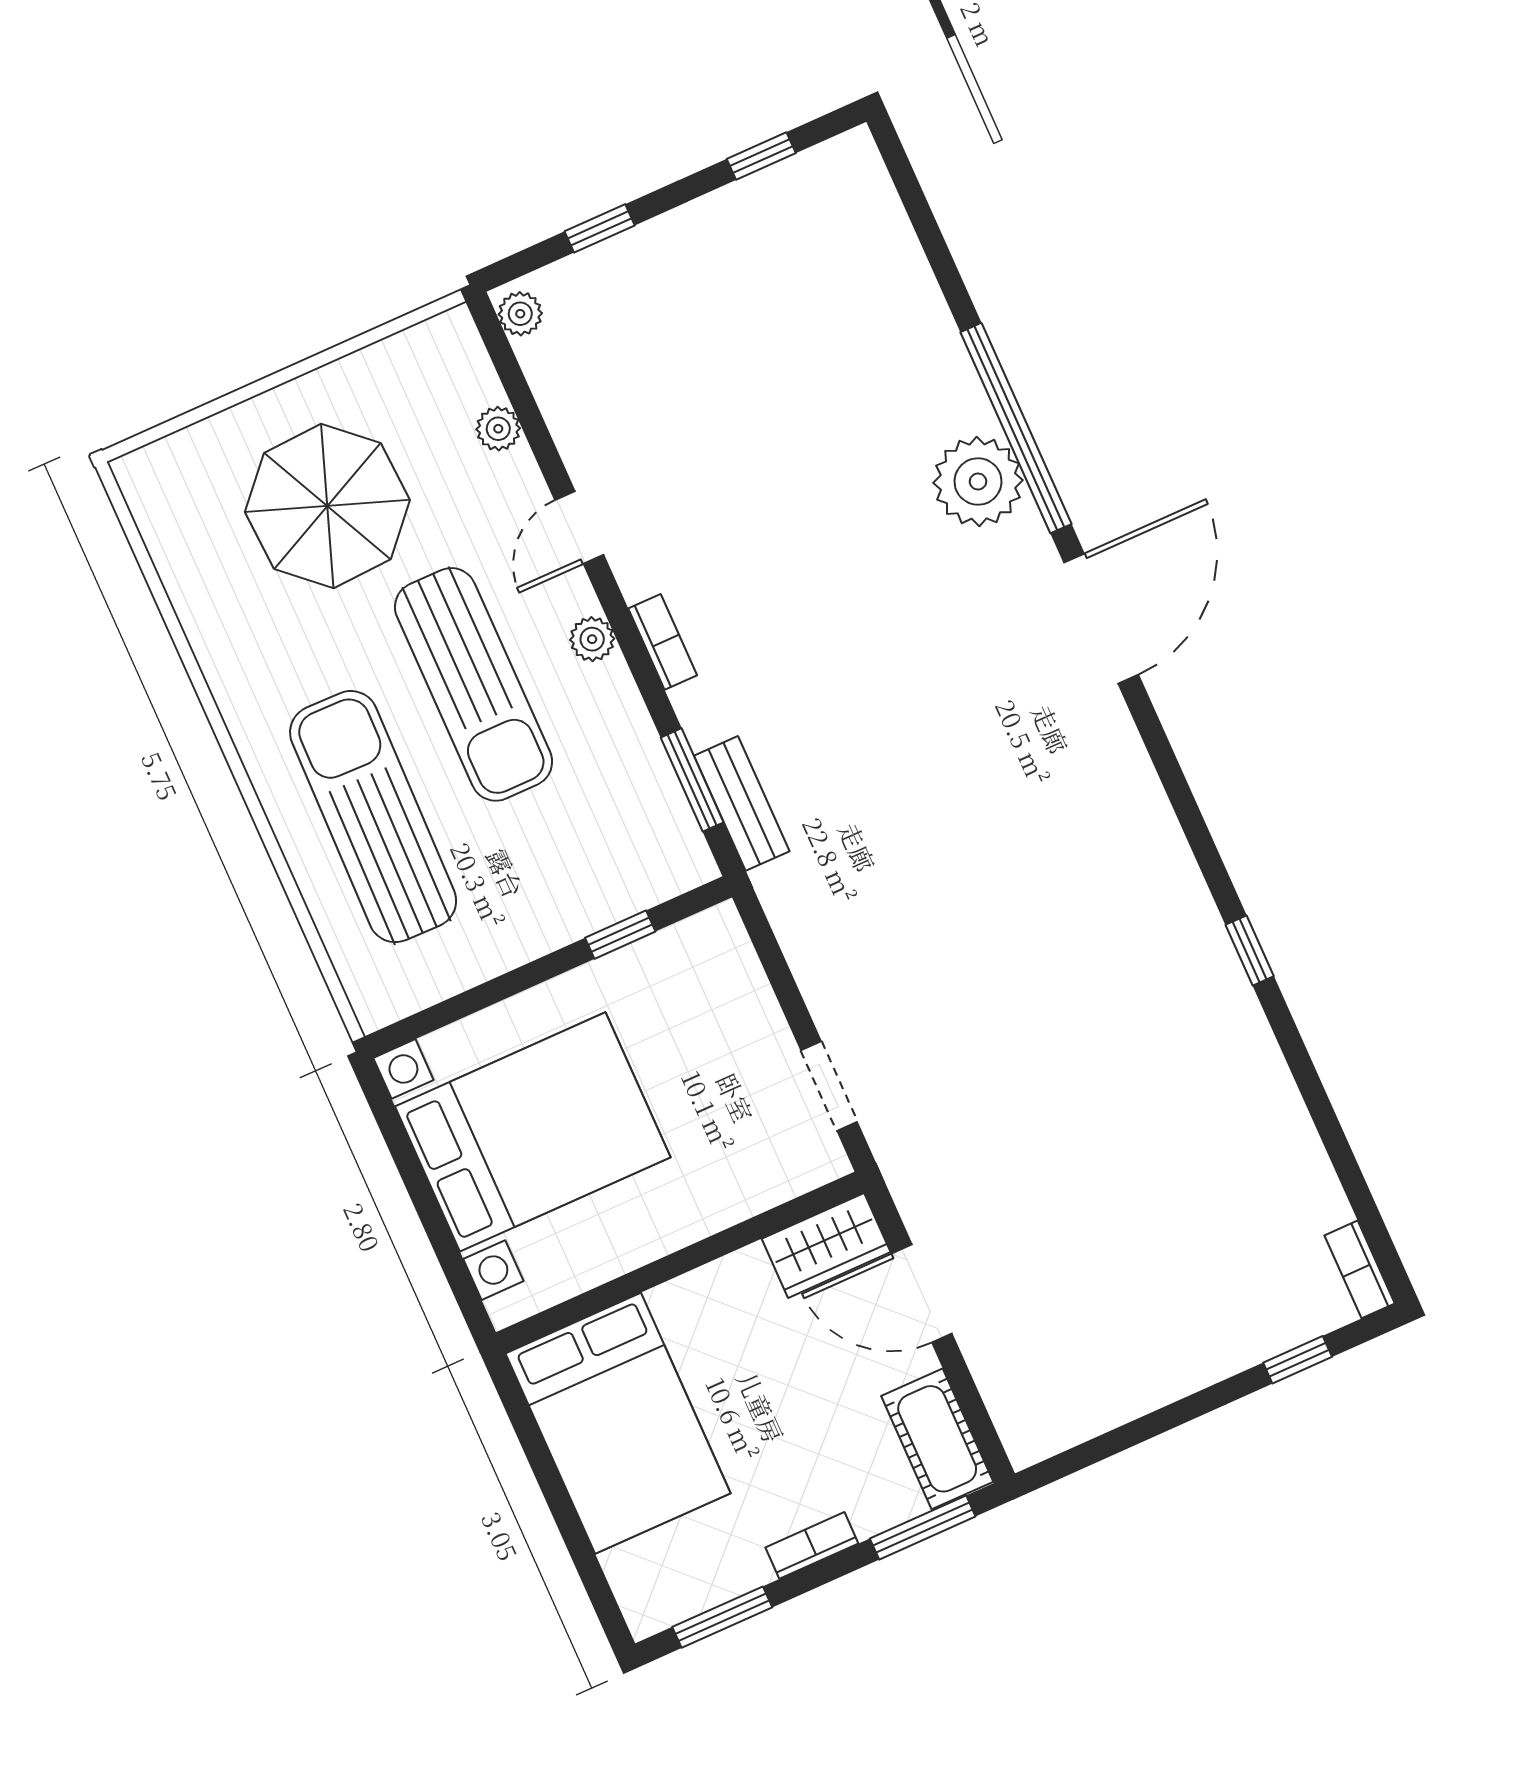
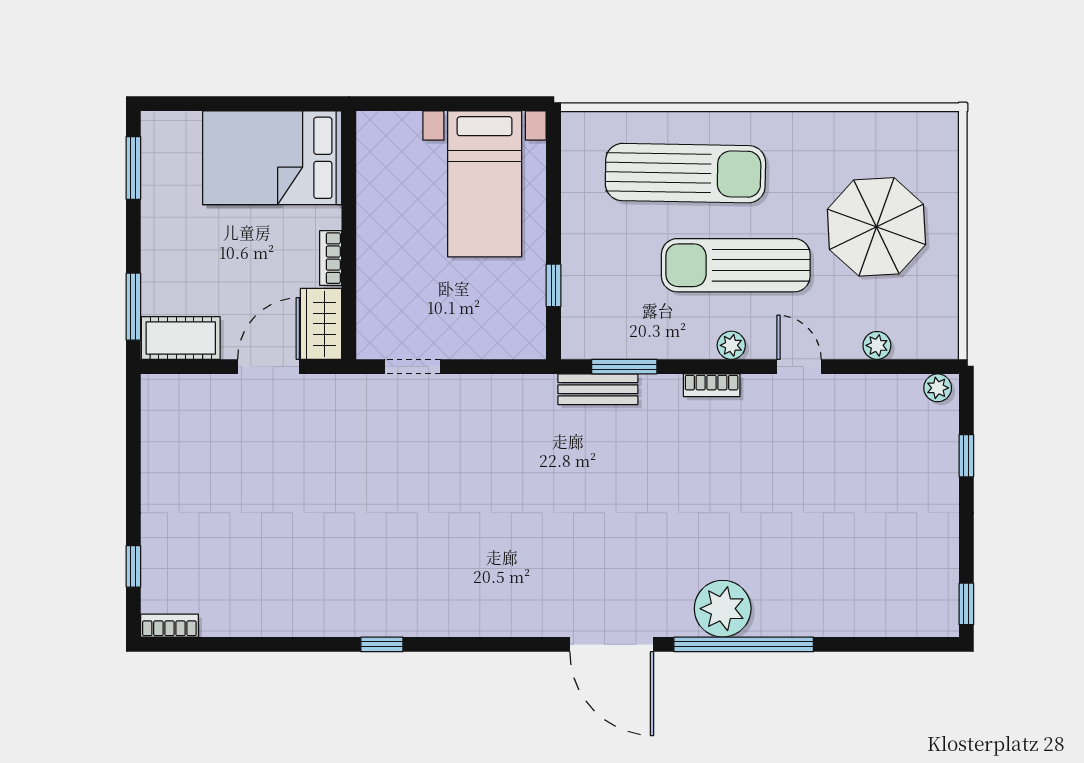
window: (761, 156) -> (966, 604), moved
bed with nightstands: (533, 1132) -> (485, 184), width x0.73
bookcase: (812, 1545) -> (331, 258), moved, turned 180

